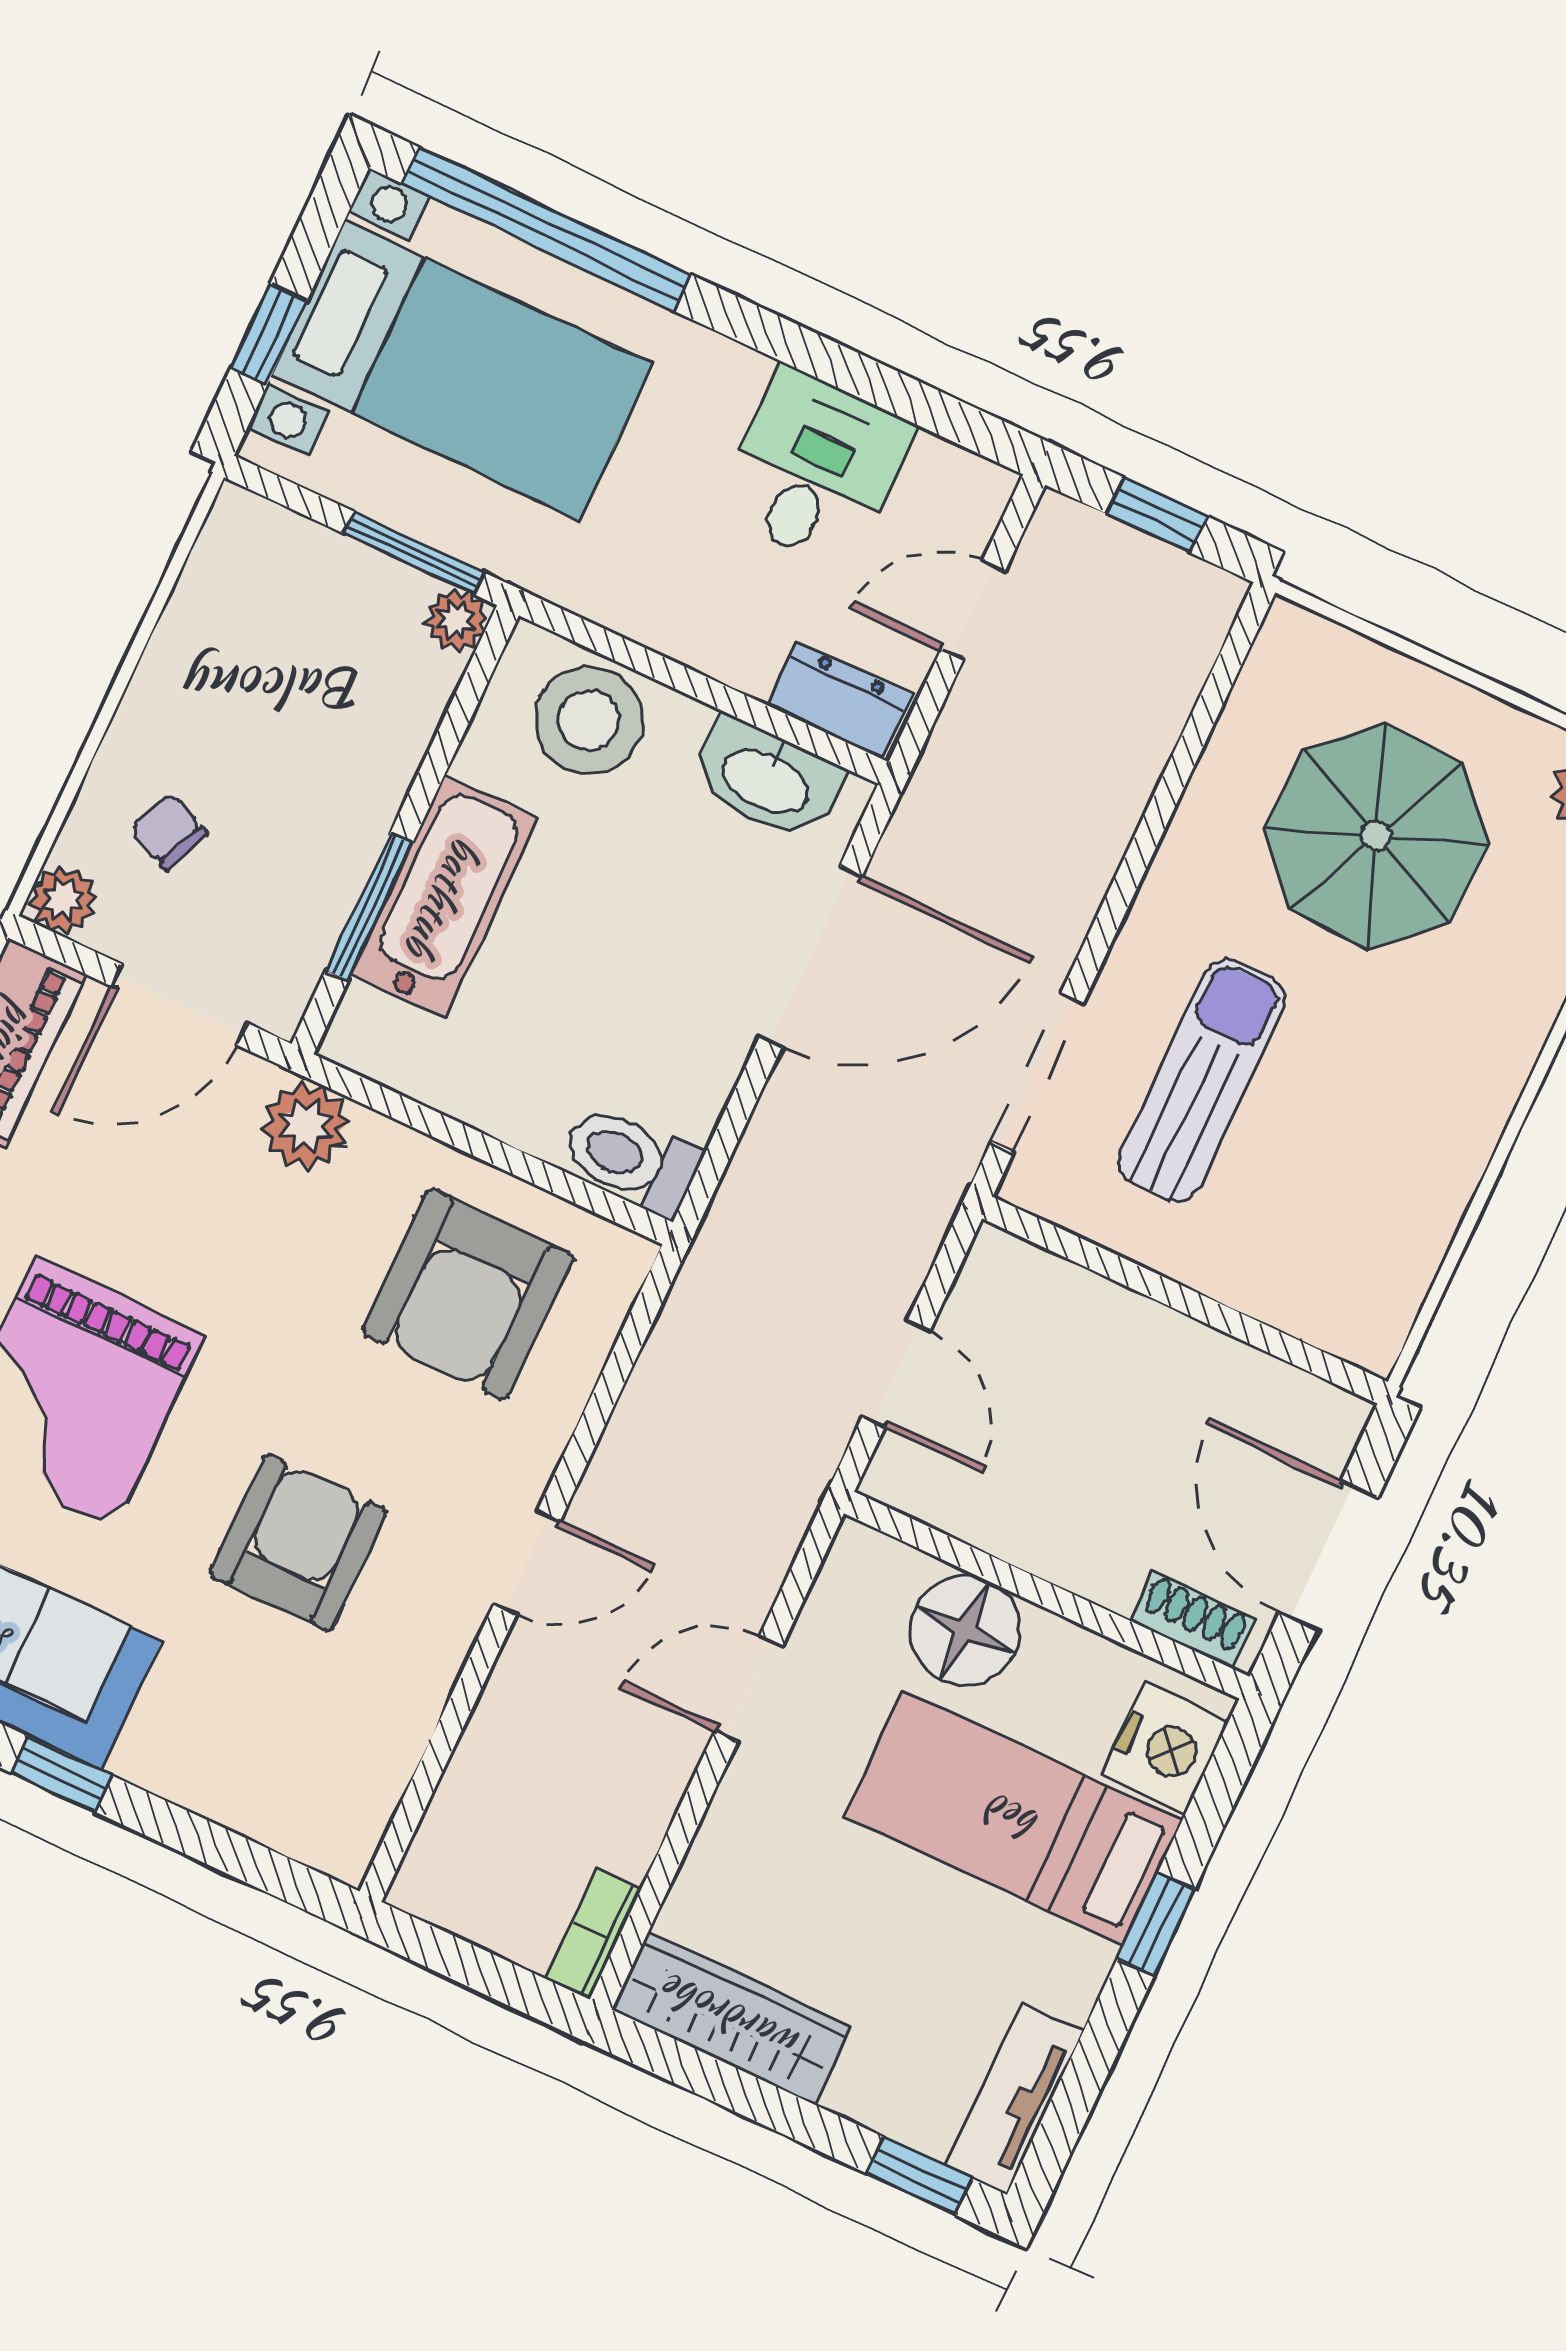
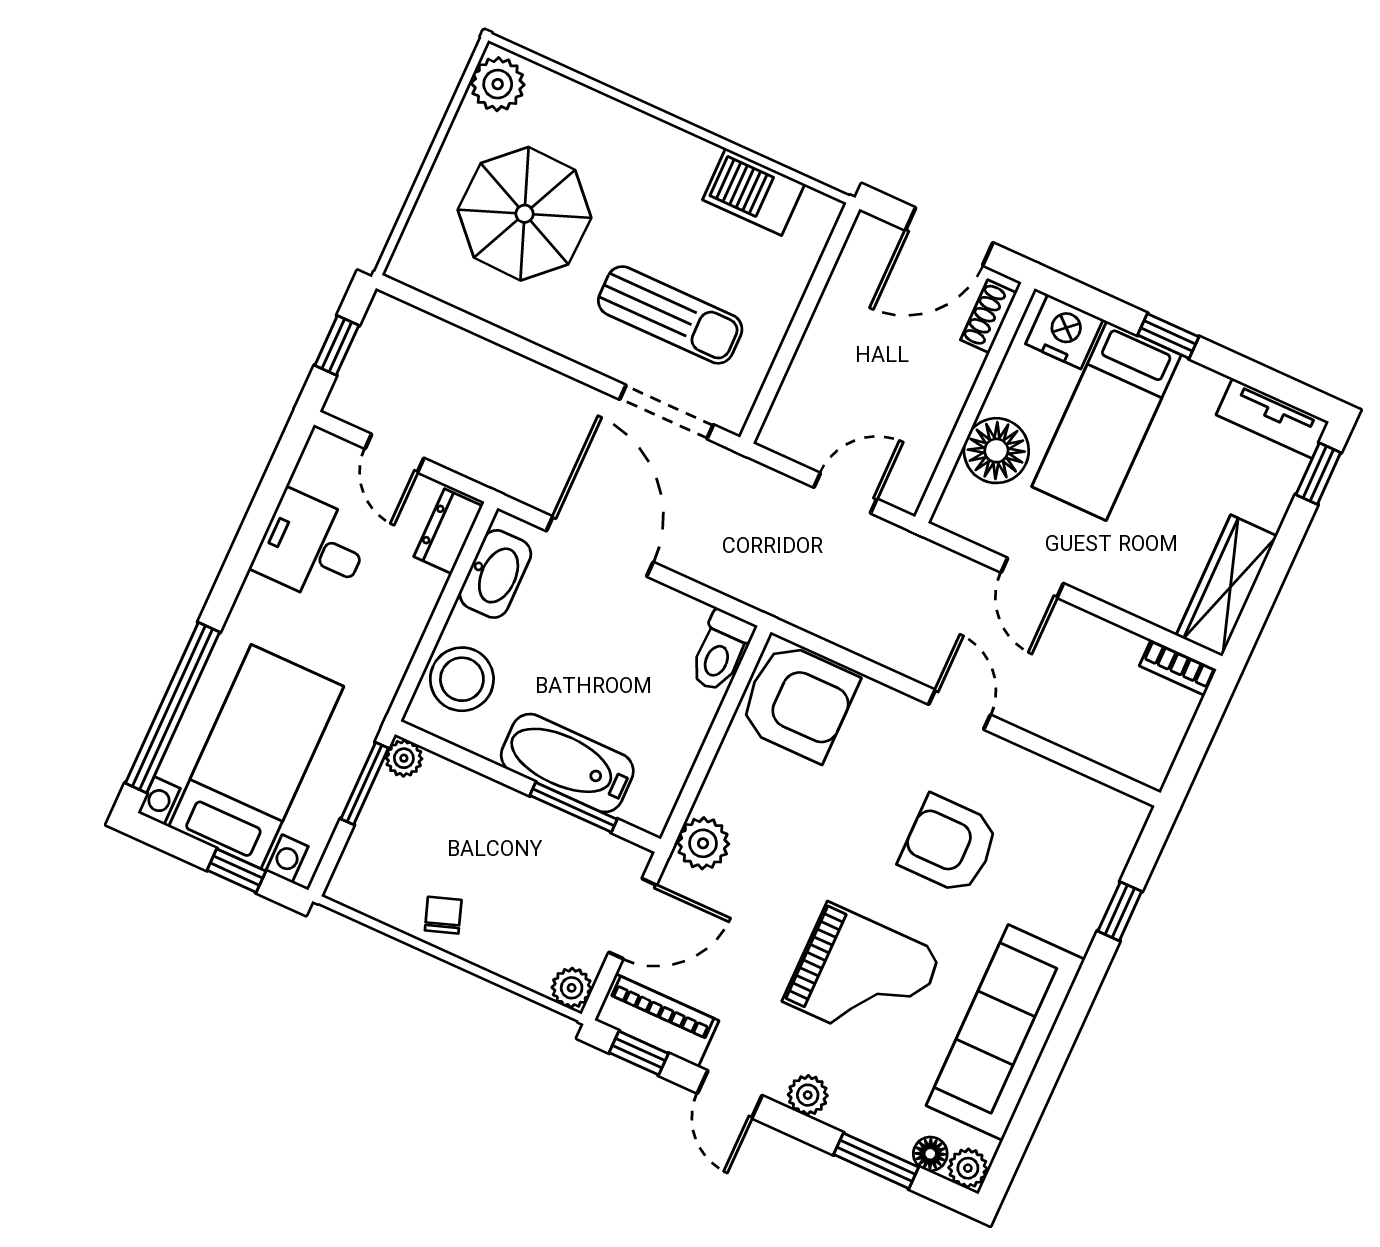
chair: (169, 832) -> (443, 915), moved, turned 138
door: (179, 1004) -> (633, 919), hinge flipped
sun lounger: (1202, 1081) -> (670, 315), turned 180
barbecue: (1408, 1225) -> (754, 192), added
armchair: (468, 1294) -> (798, 702), moved
window: (61, 1774) -> (1120, 911), moved

